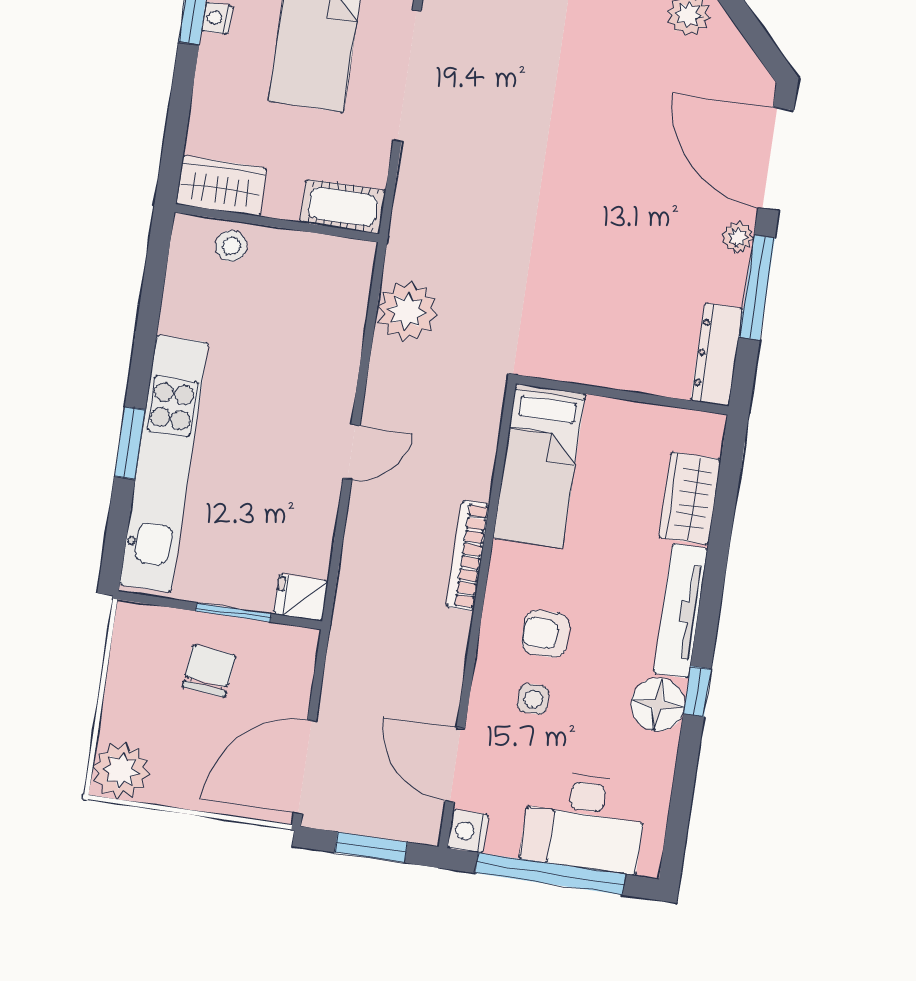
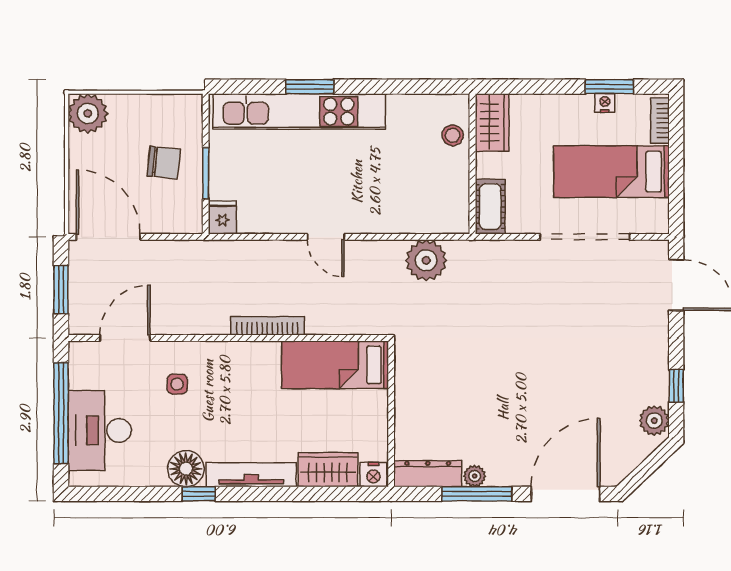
plant: (738, 237) -> (475, 476), moved
armchair: (545, 634) -> (222, 386), removed
nightstand: (468, 831) -> (373, 475), moved, turned 180

